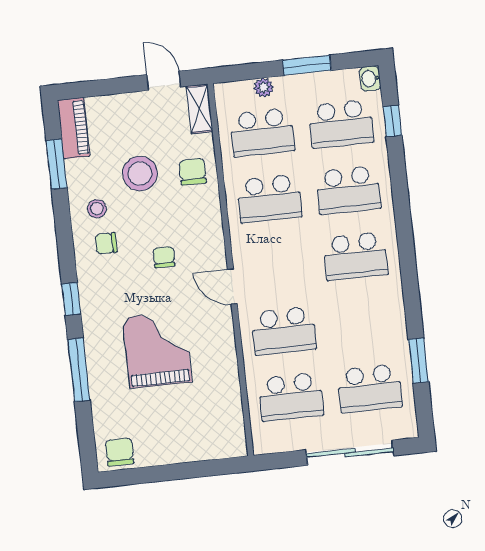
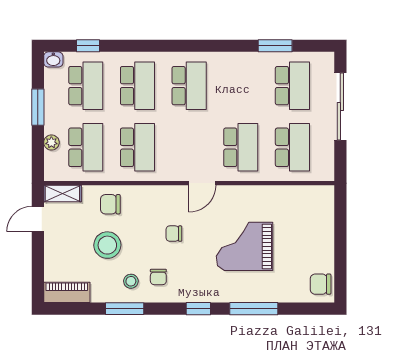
window: (57, 164) -> (125, 309), moved

